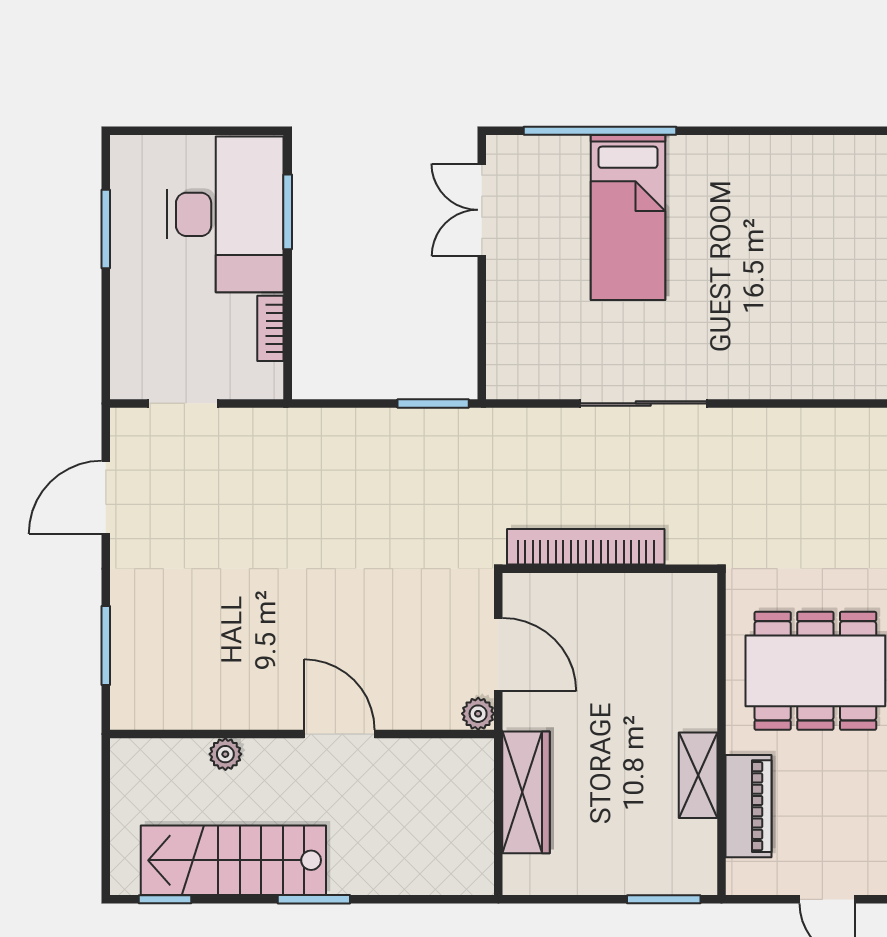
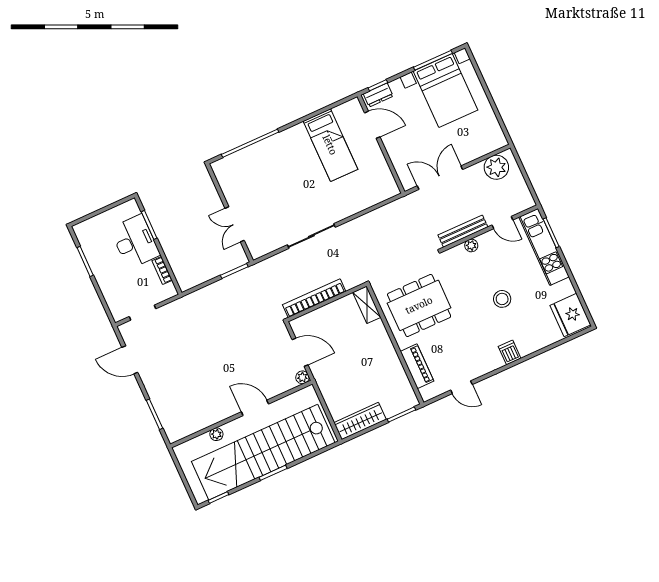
double door: (482, 210) -> (235, 224), moved
desk: (225, 214) -> (135, 242), width x0.73, depth x0.77
bed: (628, 218) -> (330, 145), moved
door: (106, 497) -> (130, 360), hinge flipped
shelving: (698, 775) -> (367, 305), moved
wardrobe: (526, 792) -> (360, 421), moved, turned -90
stairs: (233, 860) -> (263, 452), width x1.86, depth x1.51

